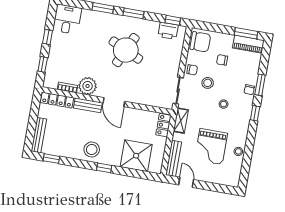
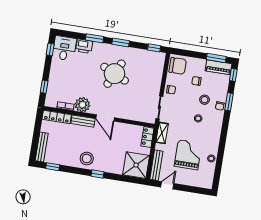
printer: (168, 31) -> (84, 46), moved
window: (48, 37) -> (50, 49), moved
stool: (208, 83) -> (205, 100), moved
window: (255, 113) -> (233, 75), moved
grand piano: (211, 147) -> (188, 155), turned 180
shower: (136, 156) -> (136, 165), moved
door: (186, 182) -> (167, 185), hinge flipped

